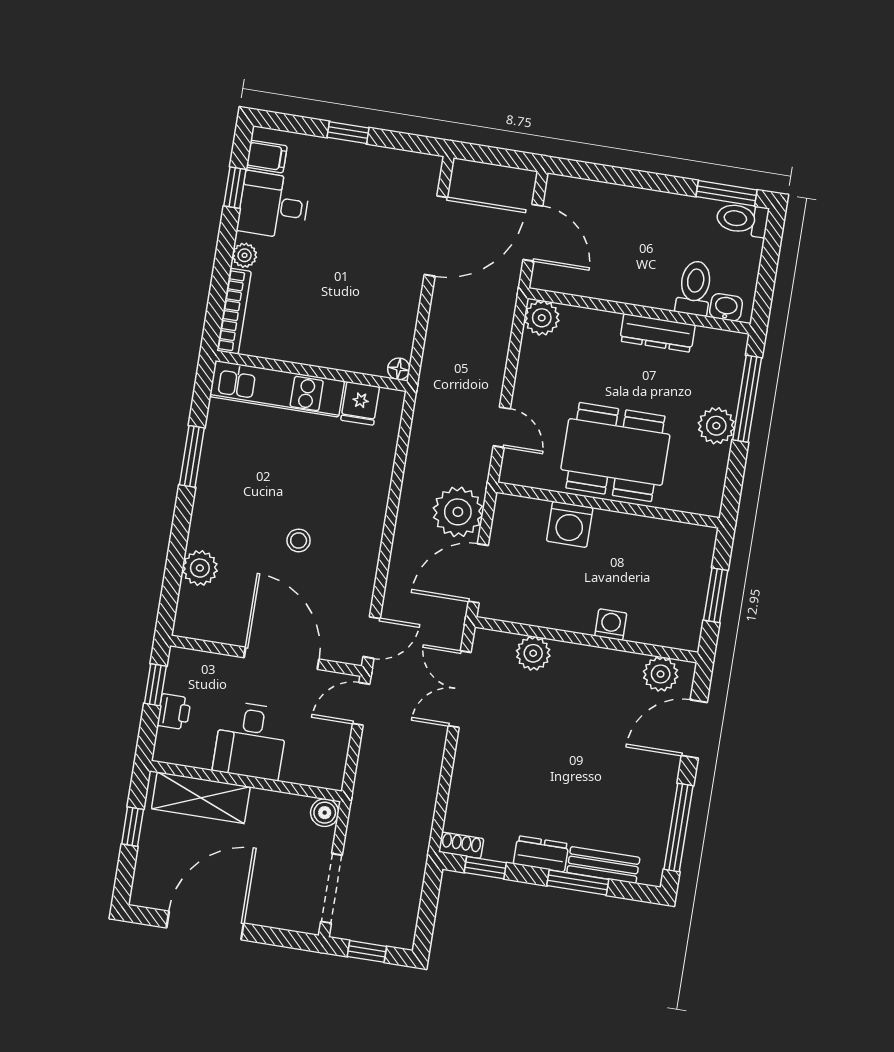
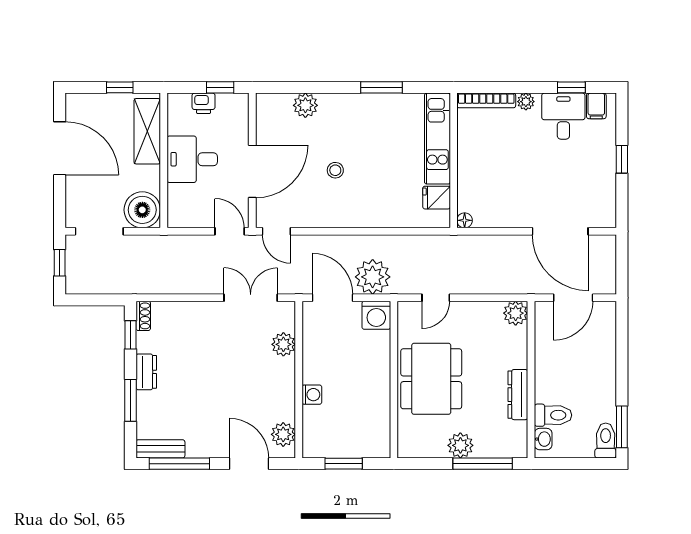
washing machine: (570, 524) -> (376, 315), moved, turned -90
boiler: (325, 813) -> (142, 210), width x1.86, depth x1.86
bench: (603, 865) -> (160, 449), moved, turned 90

